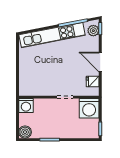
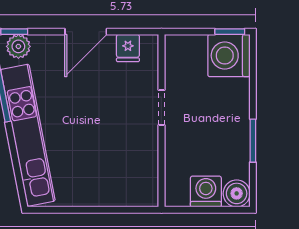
washing machine: (26, 106) -> (206, 192), moved, turned -90
washing machine: (89, 108) -> (229, 56), moved, turned 180

